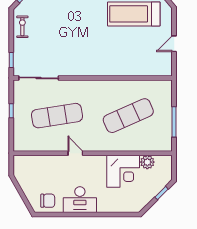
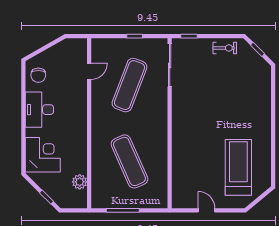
exercise mat: (57, 116) -> (129, 85), turned 30
door: (75, 153) -> (89, 71), moved
corner desk: (123, 171) -> (43, 155), moved, turned 180

